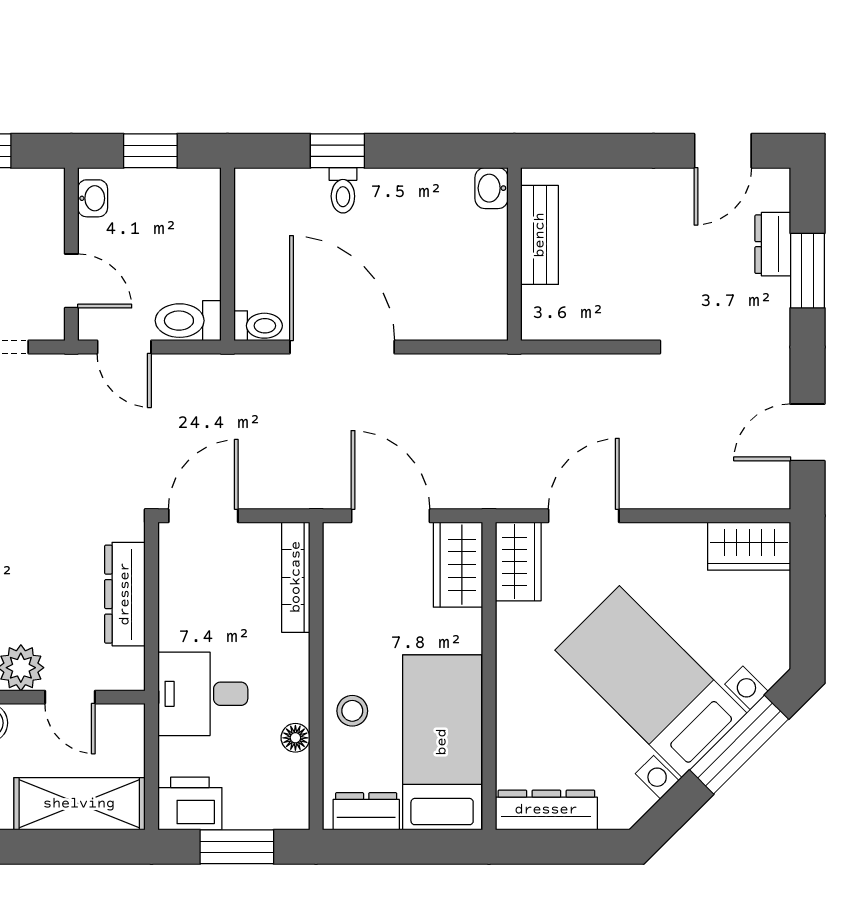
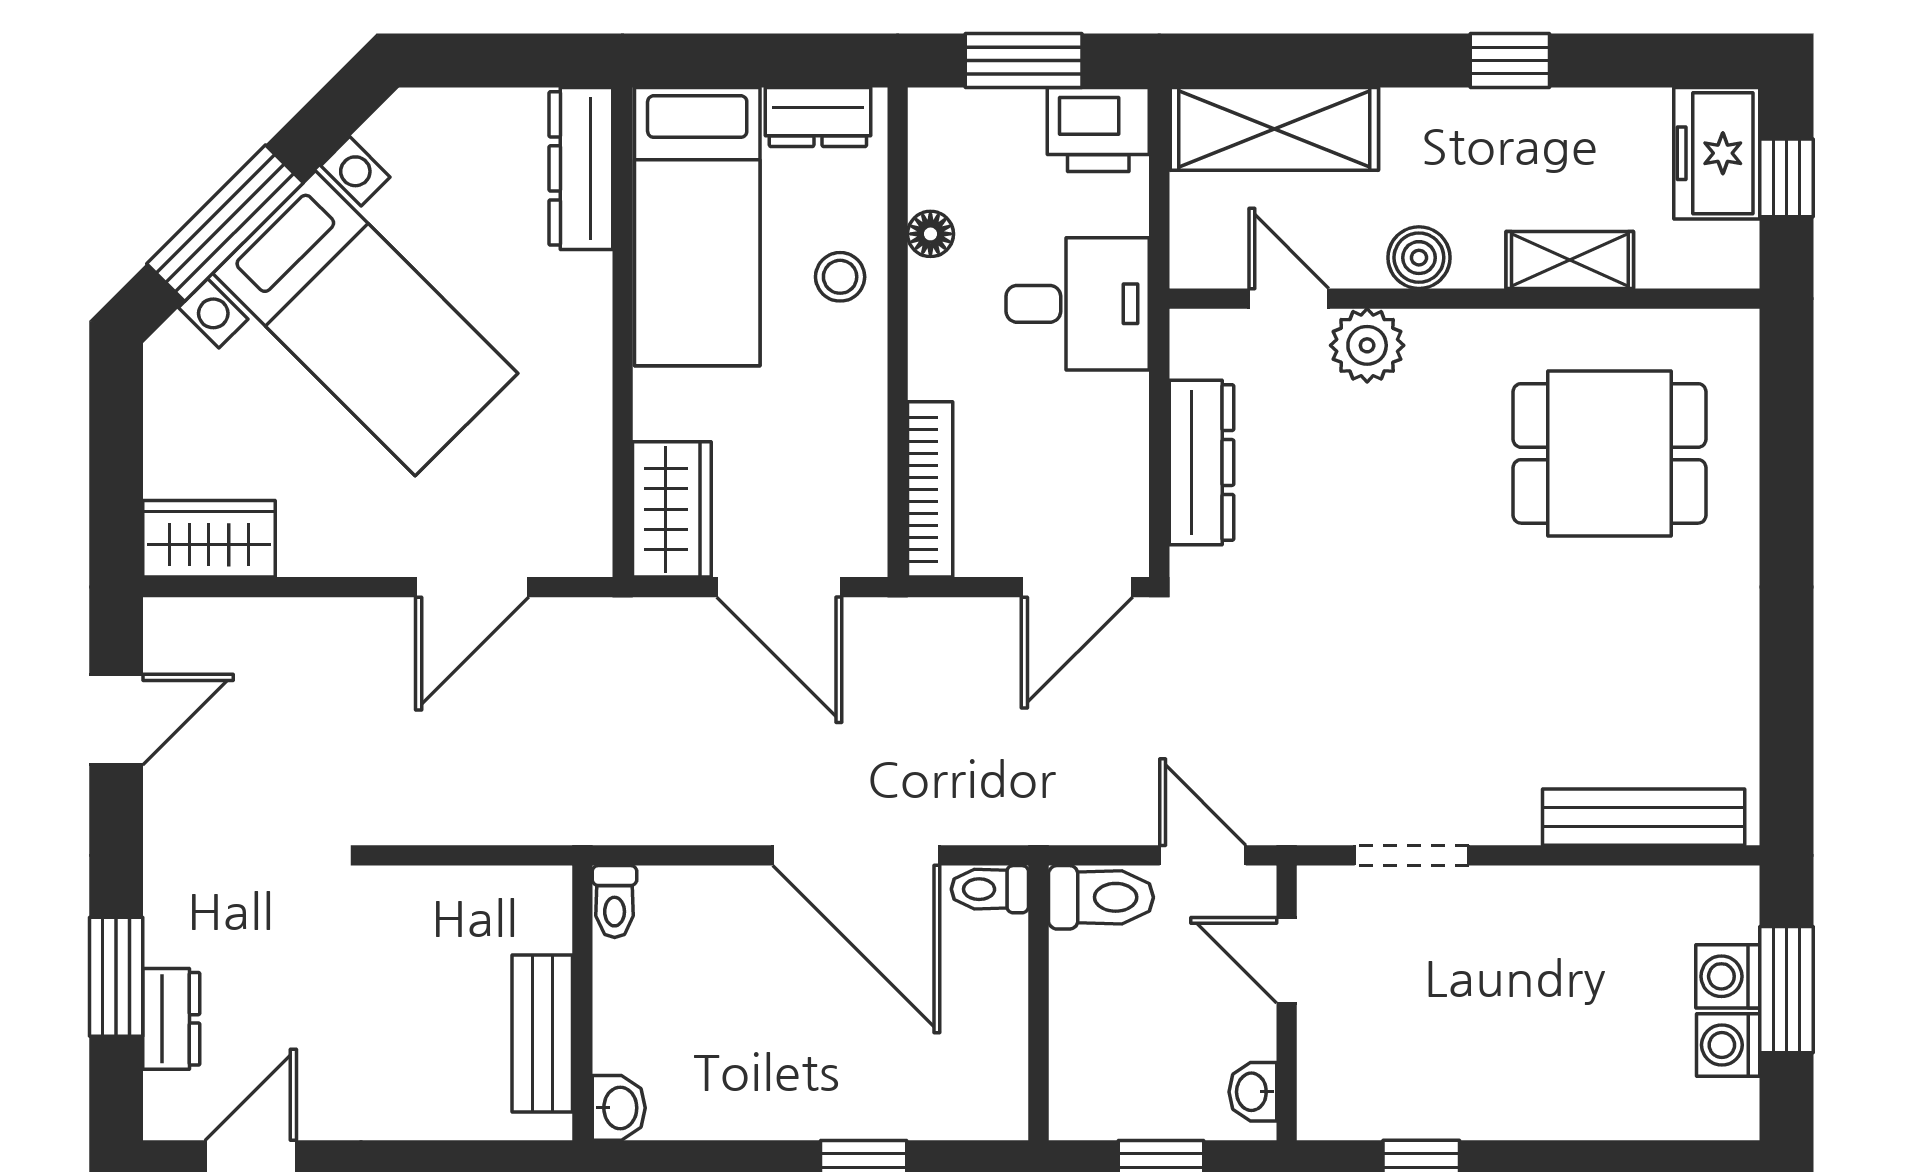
toilet: (343, 190) -> (615, 901), moved, turned 180
wardrobe: (518, 561) -> (576, 514), removed
dresser: (546, 810) -> (581, 168), moved, turned 90

